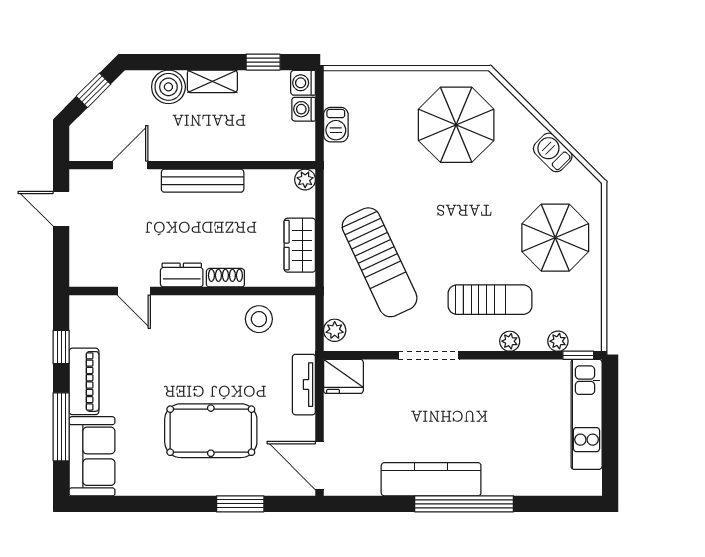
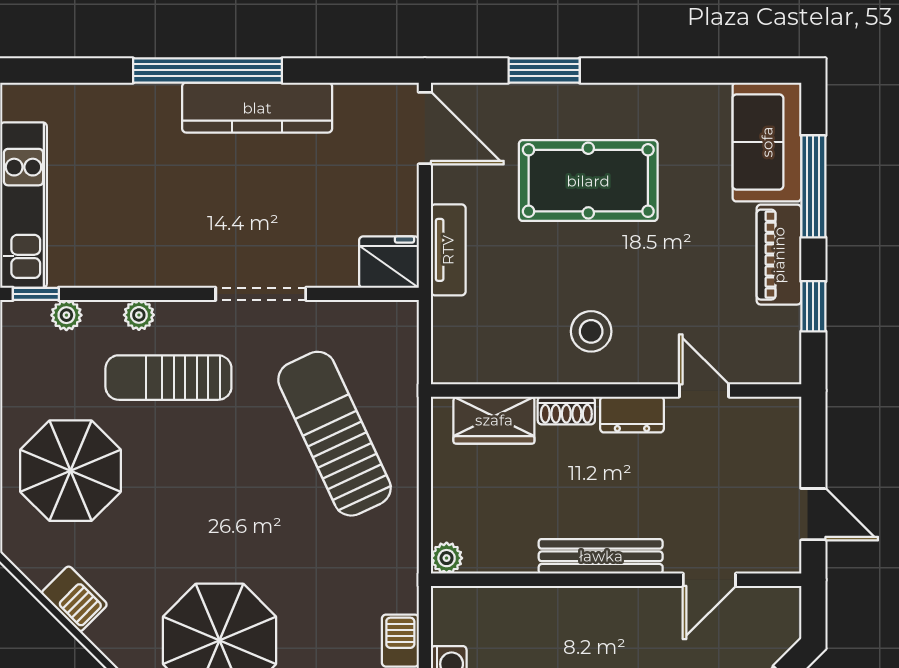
wardrobe: (300, 245) -> (494, 420), moved, turned 90
stool: (259, 319) -> (591, 331), moved
plant: (335, 330) -> (402, 331), removed

